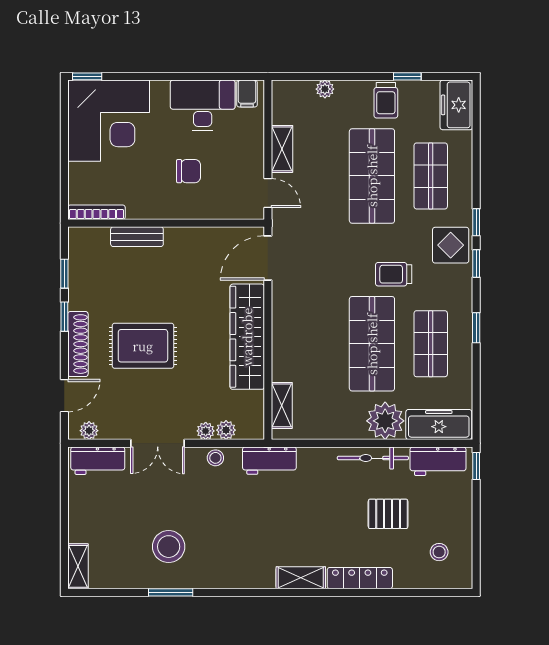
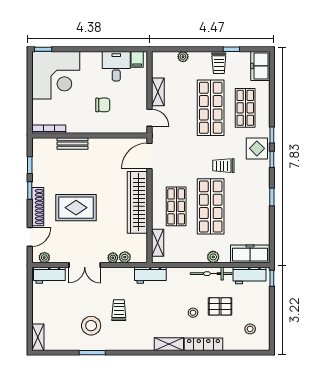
desk: (203, 105) -> (116, 66), width x0.73
shop shelf: (431, 344) -> (176, 206), moved
plant: (385, 421) -> (213, 257), width x0.53, depth x0.53
stool: (215, 458) -> (193, 313), moved
trolley: (216, 520) -> (119, 310), added

